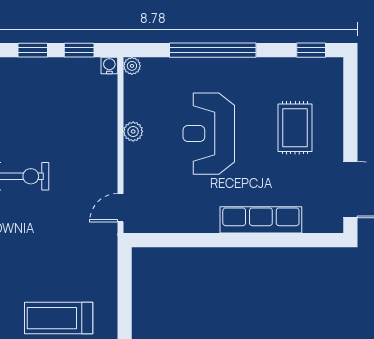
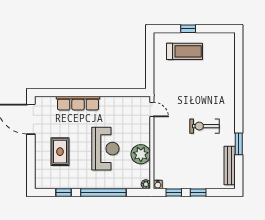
window: (311, 50) -> (63, 192), moved
plant: (133, 131) -> (141, 154), width x1.87, depth x1.87
door: (120, 208) -> (152, 110), hinge flipped

